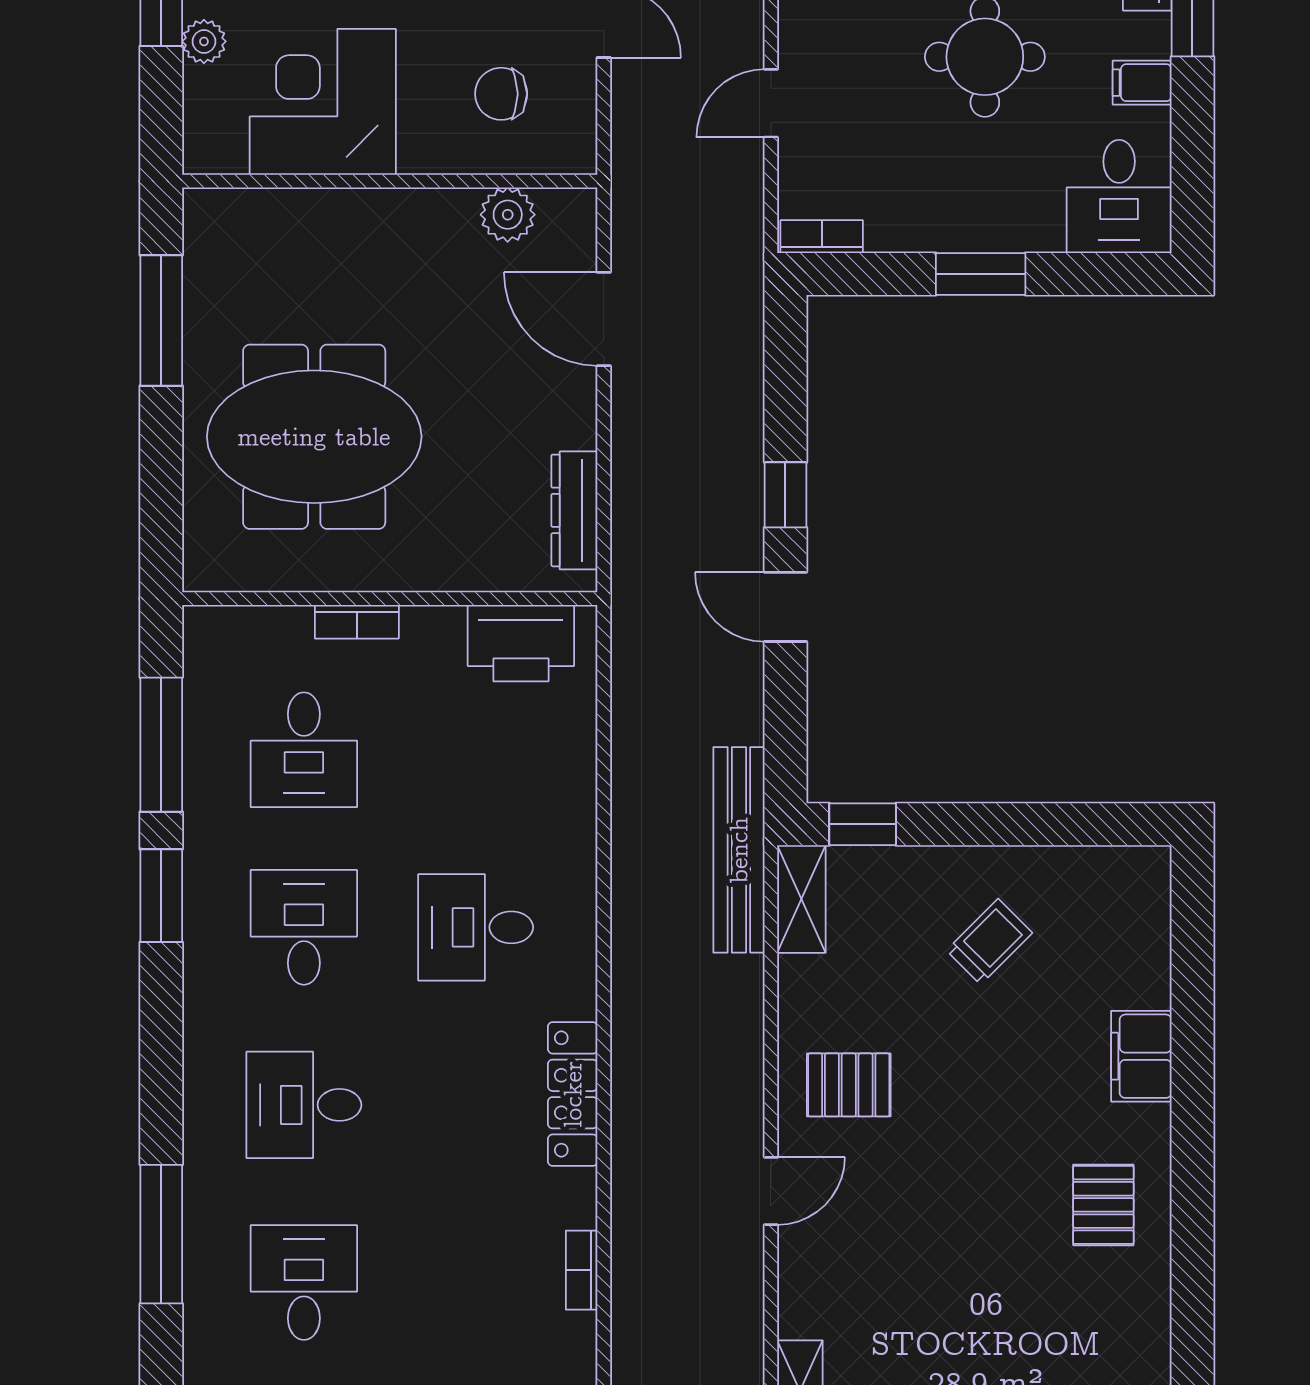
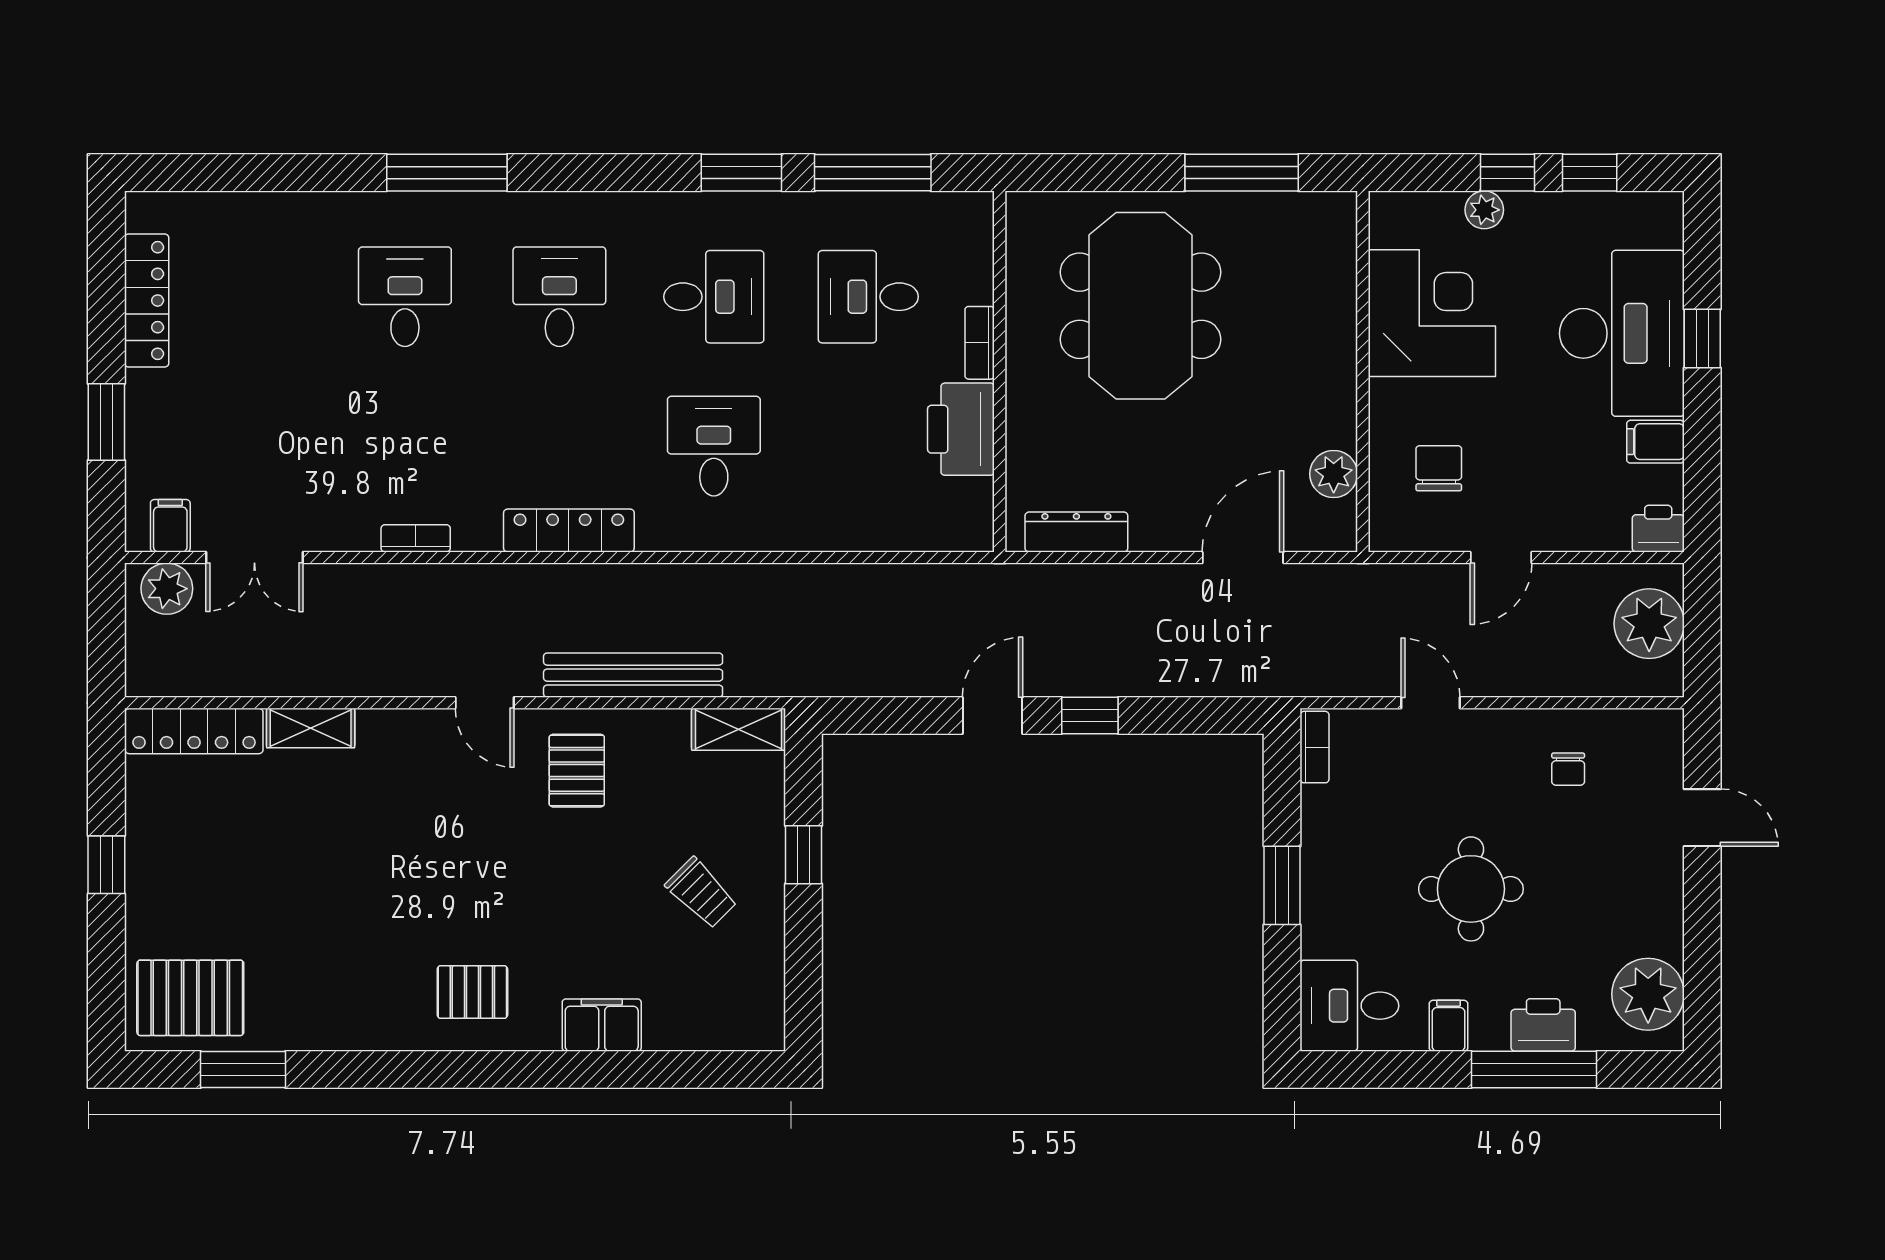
printer: (521, 643) -> (961, 429), moved
window: (863, 824) -> (804, 855), moved
bench: (739, 850) -> (633, 675), moved
desk: (304, 1283) -> (405, 297), turned -90

